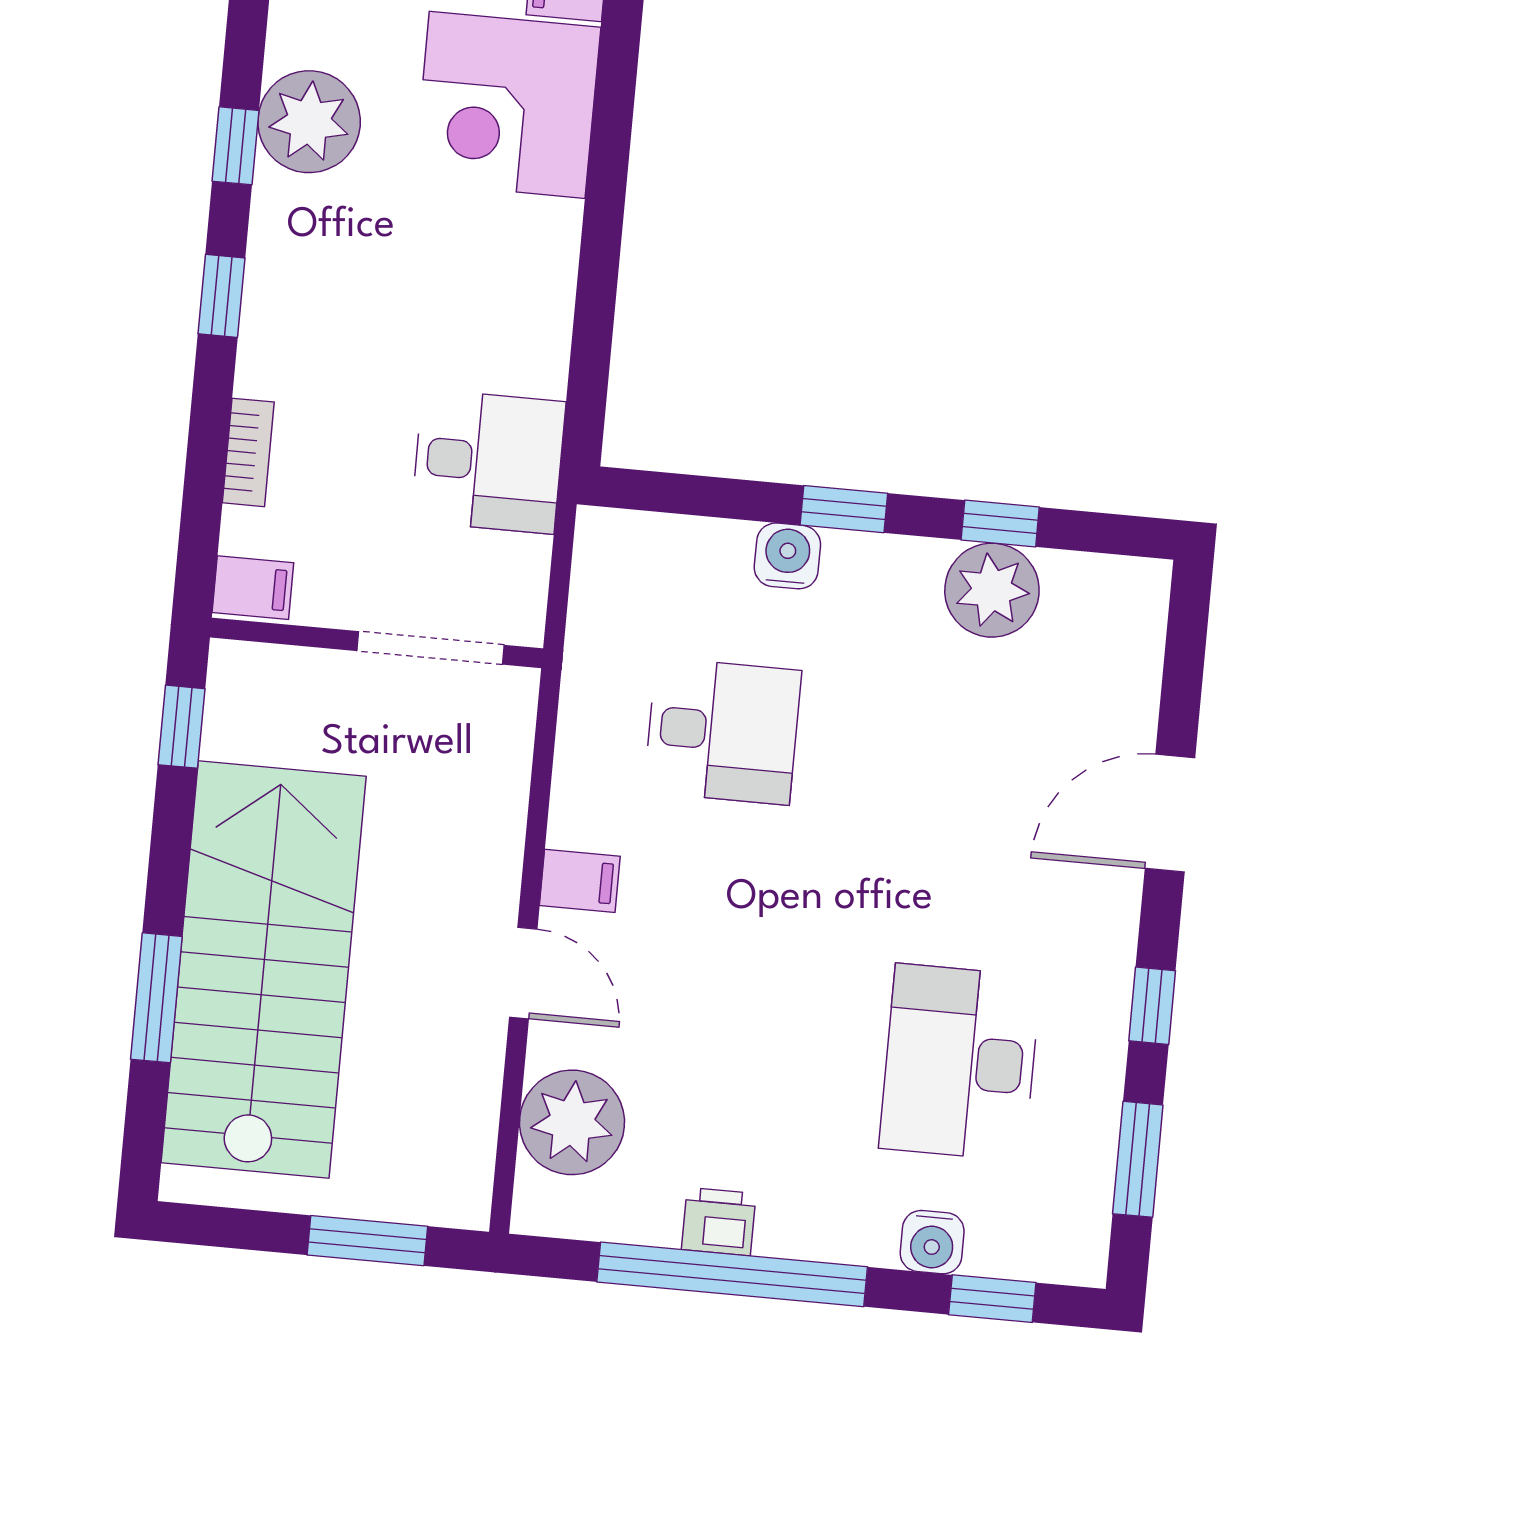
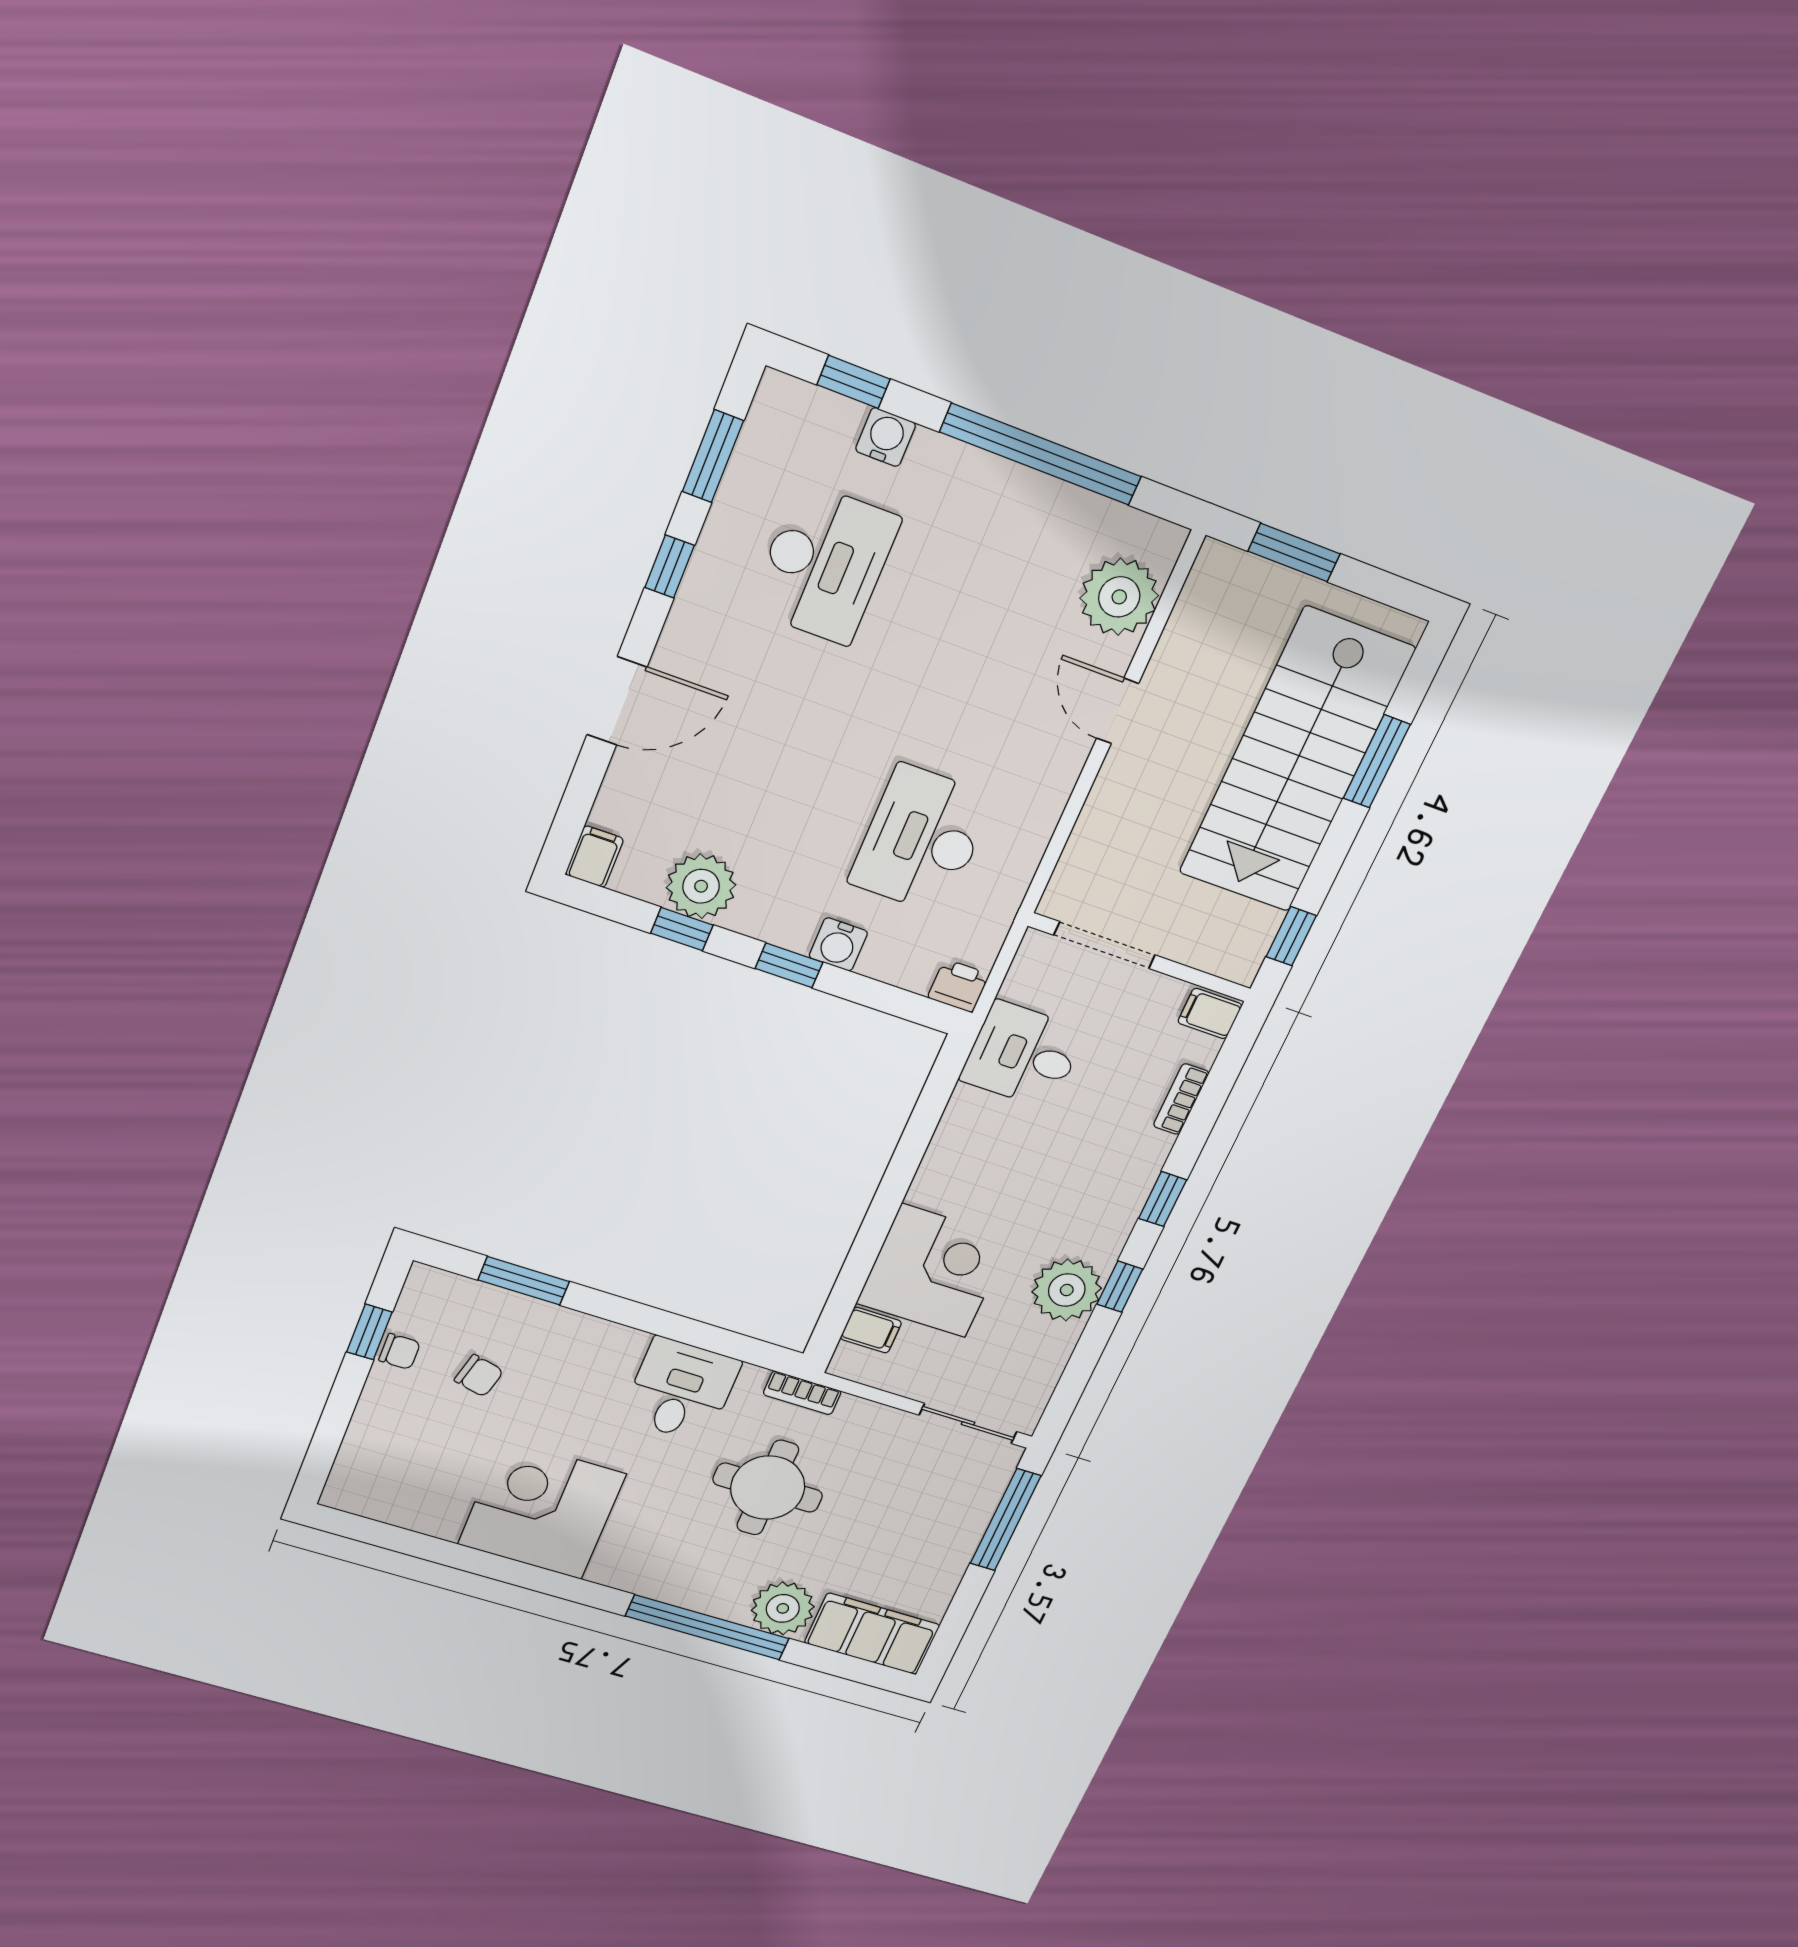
desk: (723, 731) -> (922, 839), width x1.37
filing cabinet: (580, 881) -> (594, 857), moved, turned 90
printer: (719, 1222) -> (959, 986), moved, turned 180

